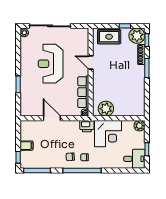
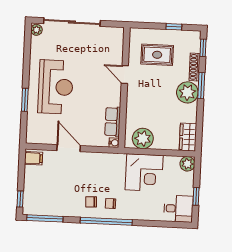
plant: (137, 36) -> (187, 92), moved
rug: (109, 37) -> (157, 55), moved
reception desk: (51, 64) -> (56, 87), moved, turned 180
row of seats: (83, 92) -> (113, 122), width x0.68
wardrobe: (139, 106) -> (188, 137), added
printer: (87, 126) -> (116, 161), removed
filing cabinet: (27, 146) -> (34, 158), moved

